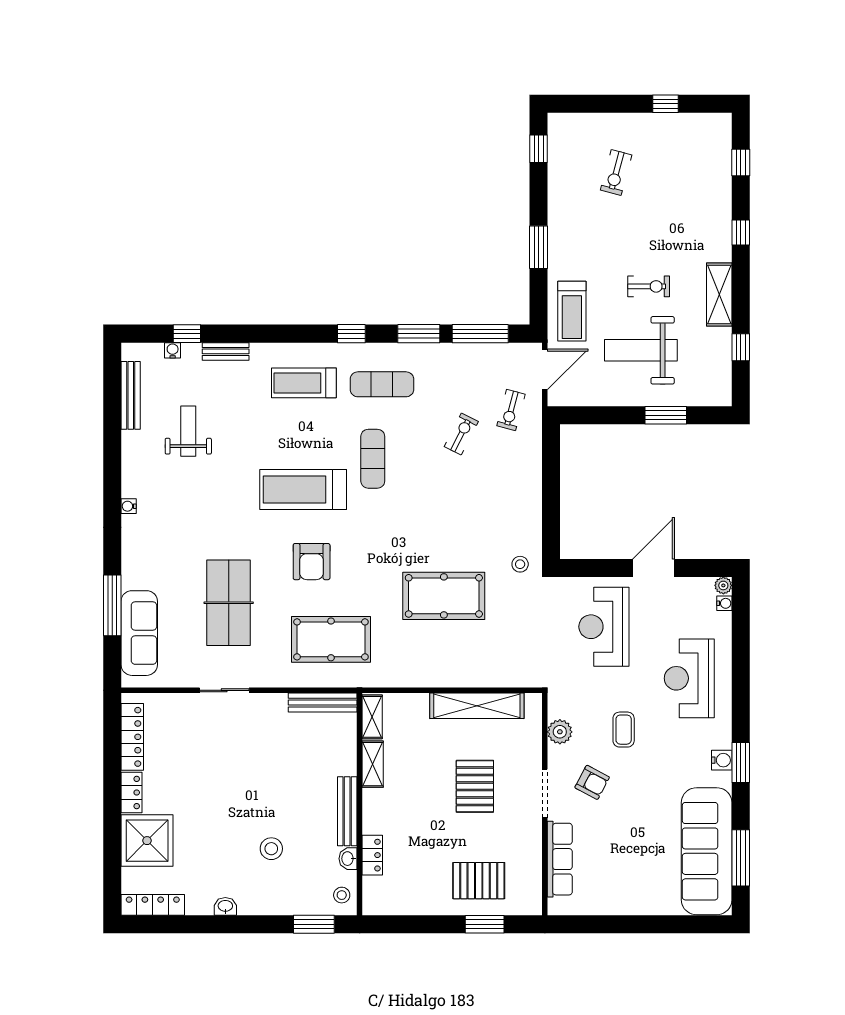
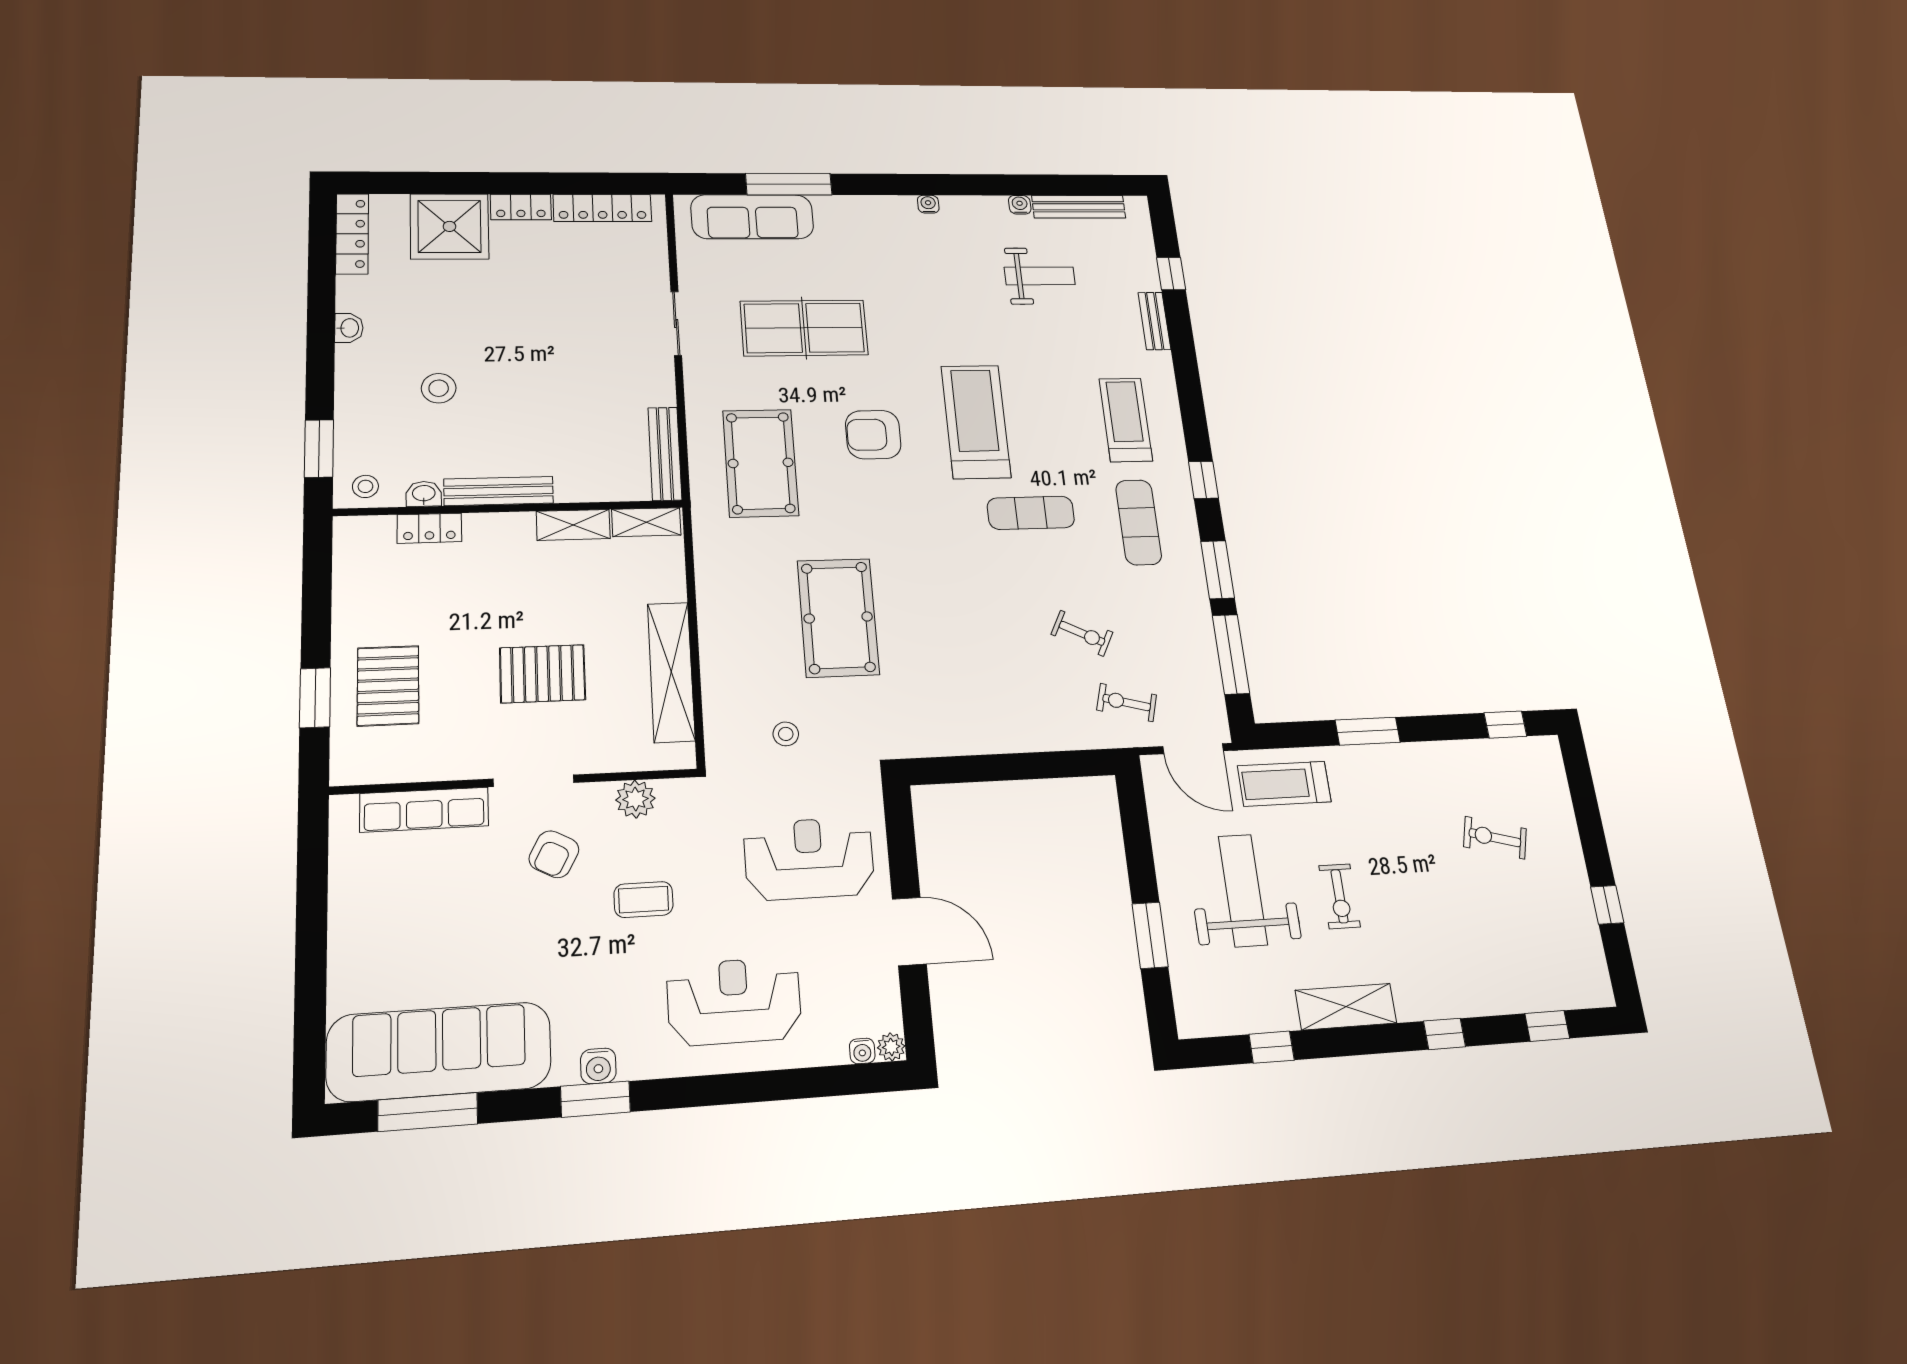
water cooler: (173, 350) -> (1020, 205), moved, turned -90
stool: (520, 564) -> (786, 734), moved

